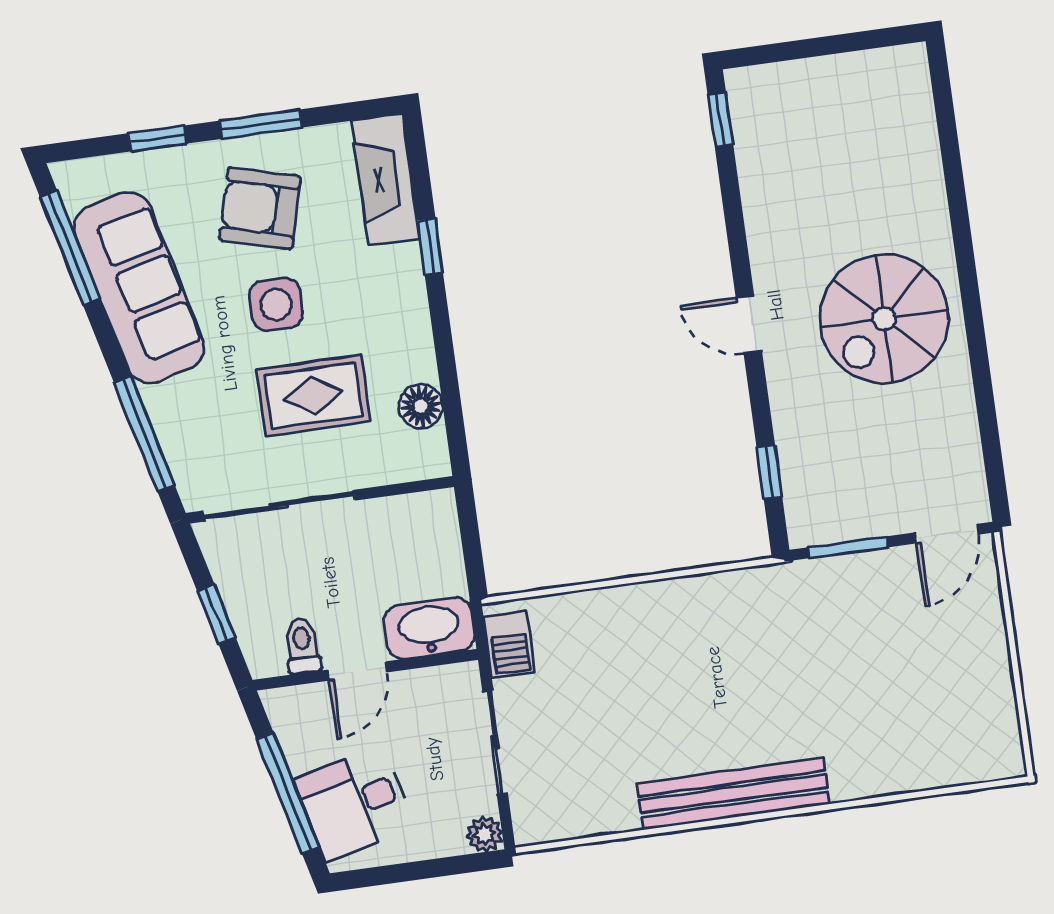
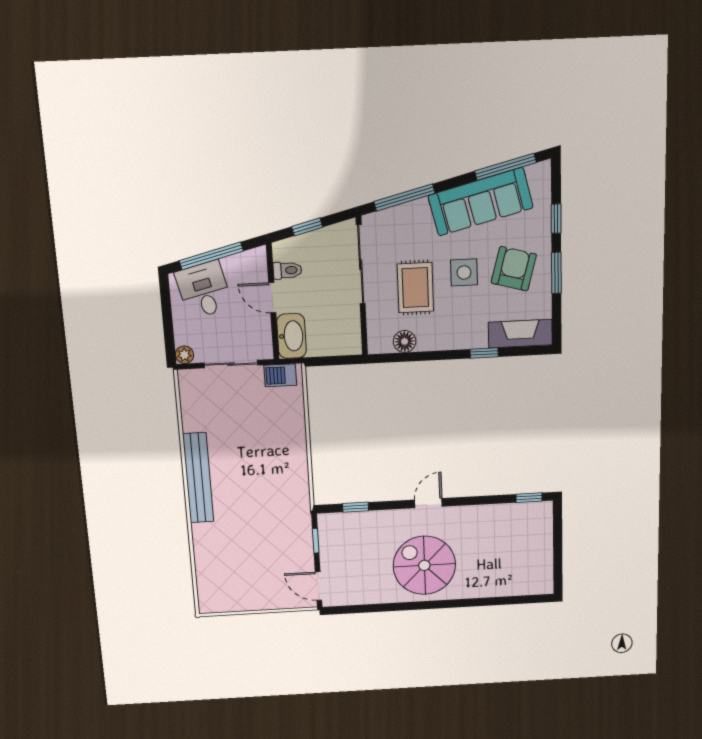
window: (848, 547) -> (316, 541), width x0.67

